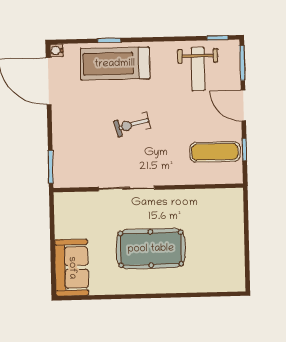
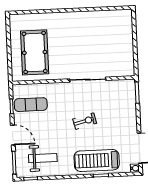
treadmill: (115, 64) -> (97, 160), turned 180
weight bench: (198, 69) -> (43, 158), turned 90
pool table: (151, 249) -> (35, 52), moved, turned 90
sofa: (72, 268) -> (122, 28), removed

